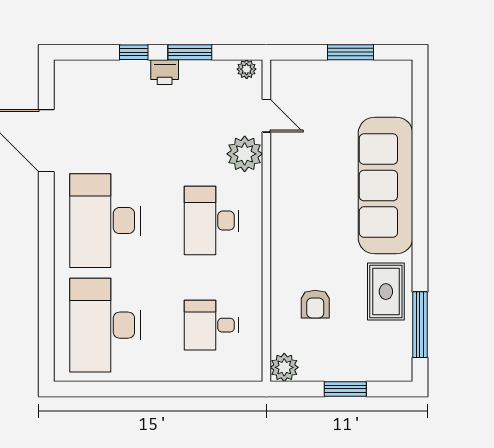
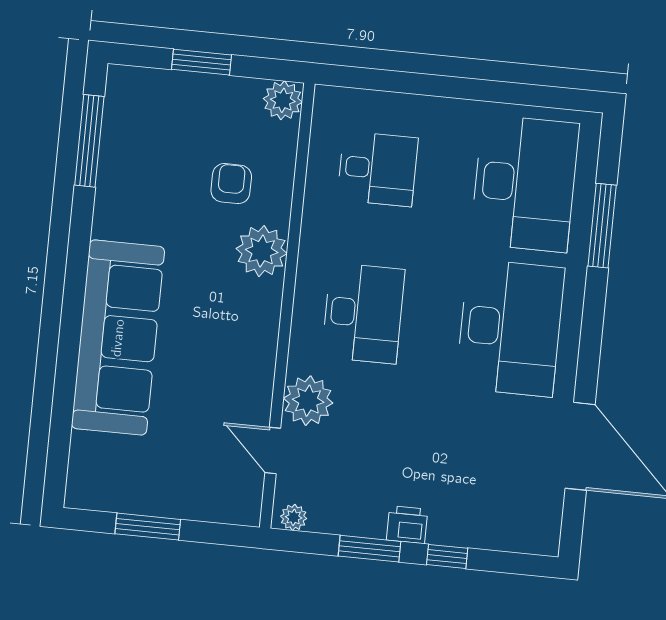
plant: (289, 258) -> (262, 251), added
rug: (386, 292) -> (132, 191), removed
window: (46, 300) -> (602, 226), added

